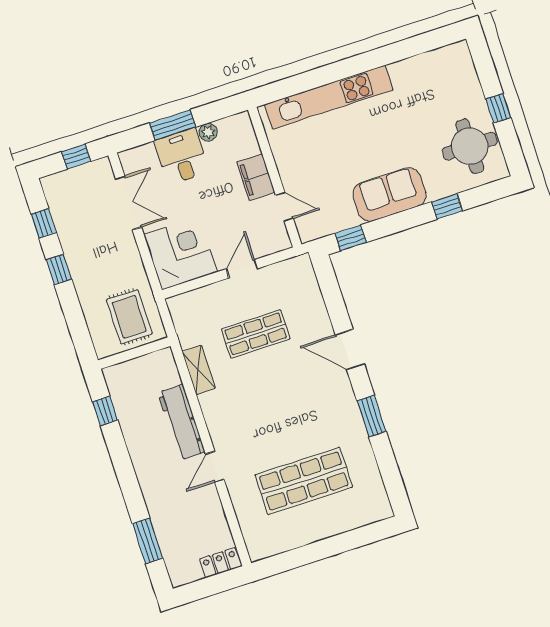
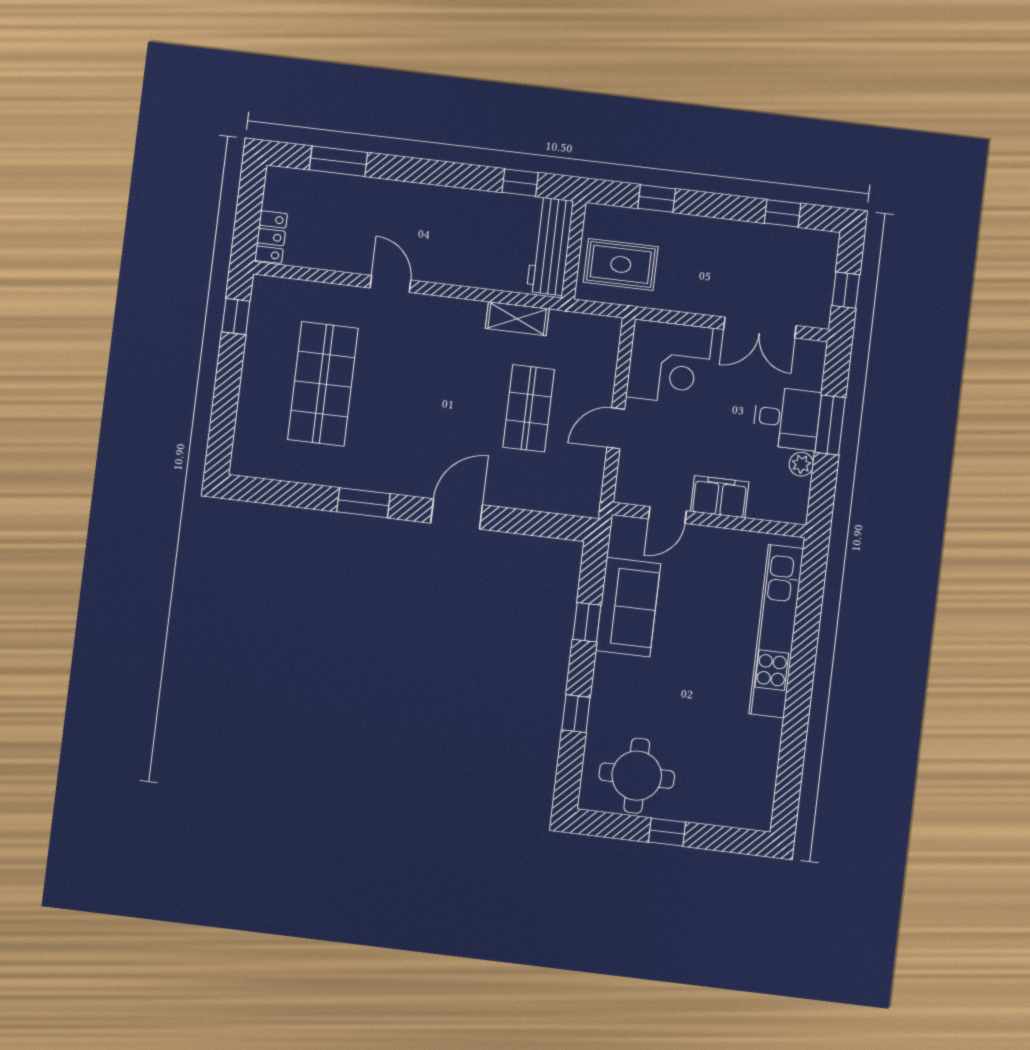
sofa: (389, 195) -> (628, 607), moved
window: (351, 238) -> (587, 622), moved
window: (59, 269) -> (657, 199), moved
door: (242, 269) -> (616, 428), swing flipped
workbench: (181, 422) -> (550, 246), moved, turned -90
window: (285, 561) -> (236, 316), added

